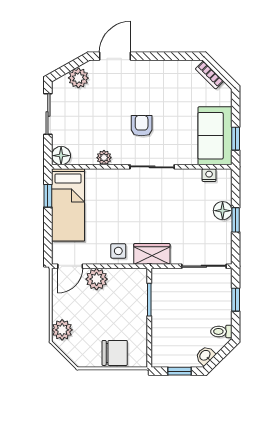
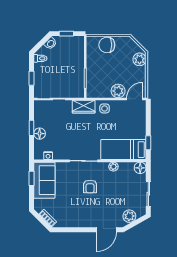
bed: (68, 205) -> (123, 150), moved, turned -90

